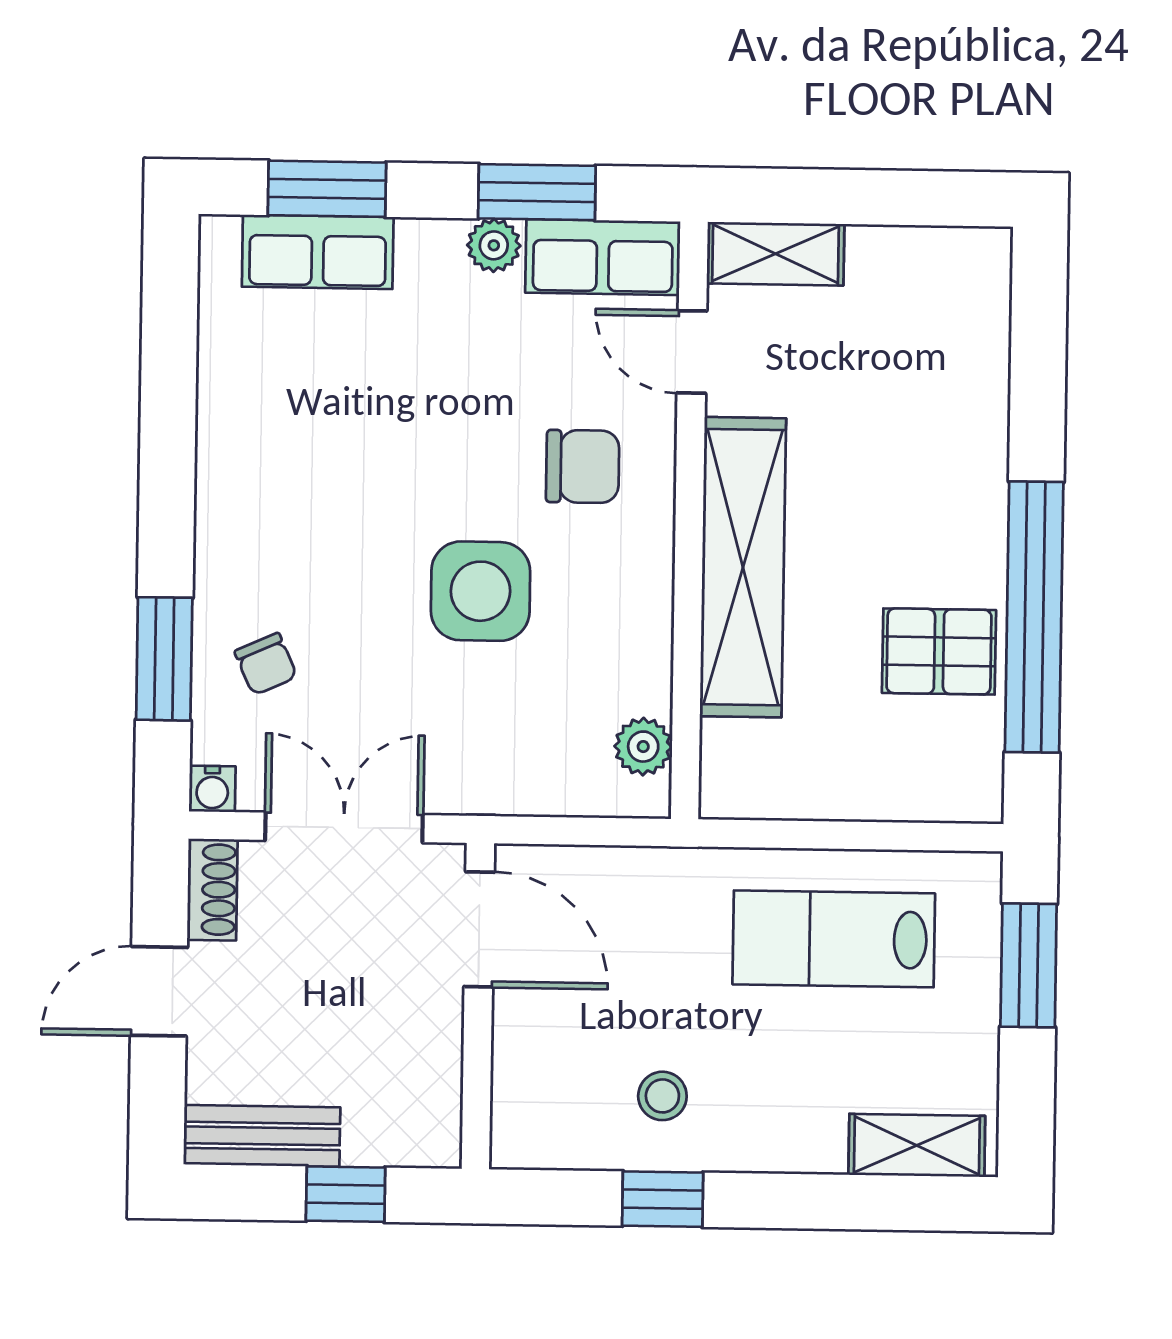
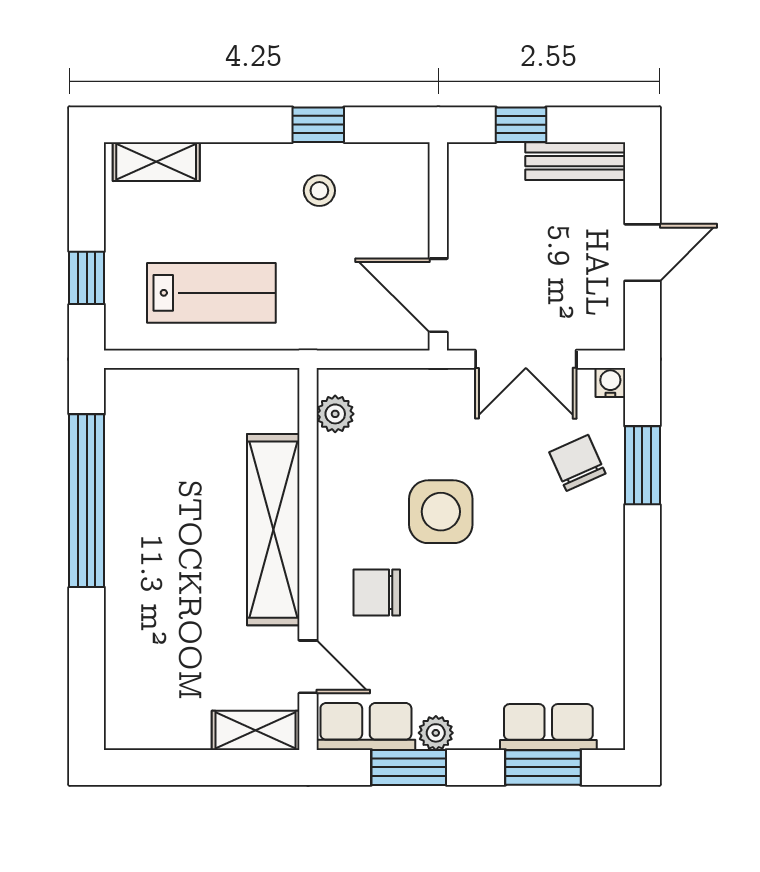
pallet: (939, 651) -> (147, 478), removed
chair: (266, 664) -> (577, 463), width x1.37, depth x1.37
shoe rack: (212, 890) -> (609, 318), removed
window: (1029, 965) -> (87, 278), width x0.67

